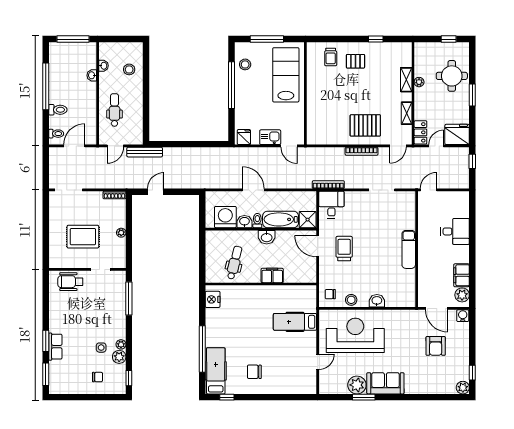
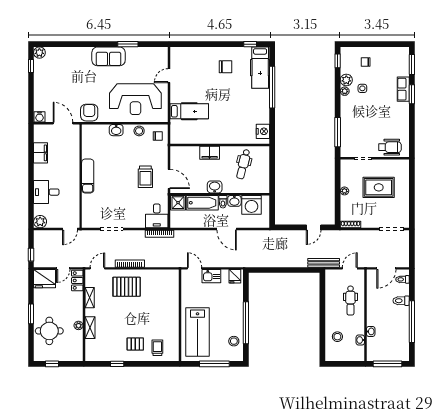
plant: (462, 295) -> (40, 222), moved
armchair: (436, 346) -> (89, 113), moved
plant: (357, 385) -> (134, 55), removed

